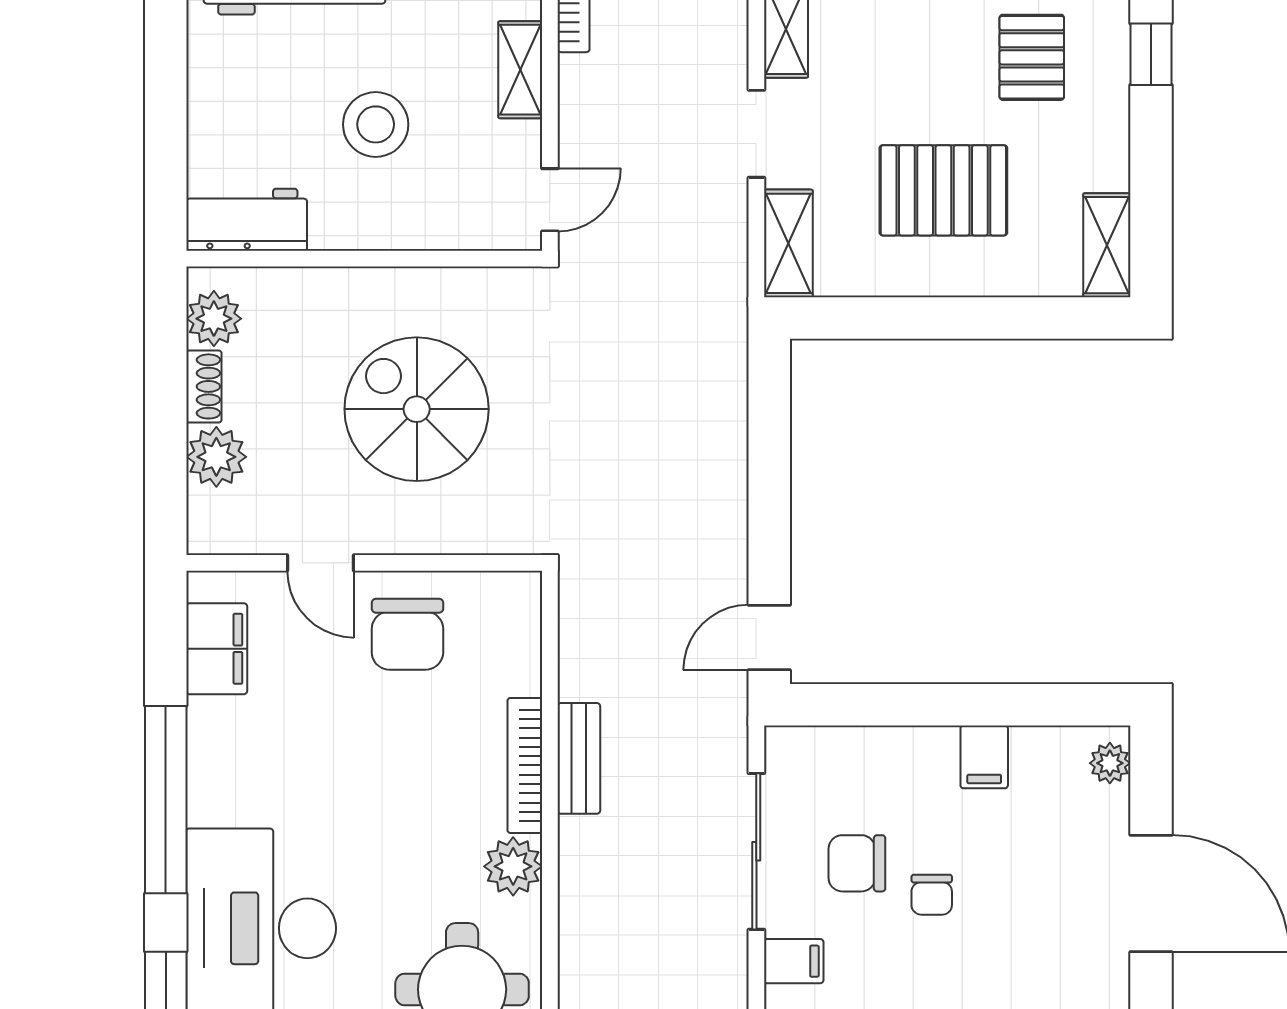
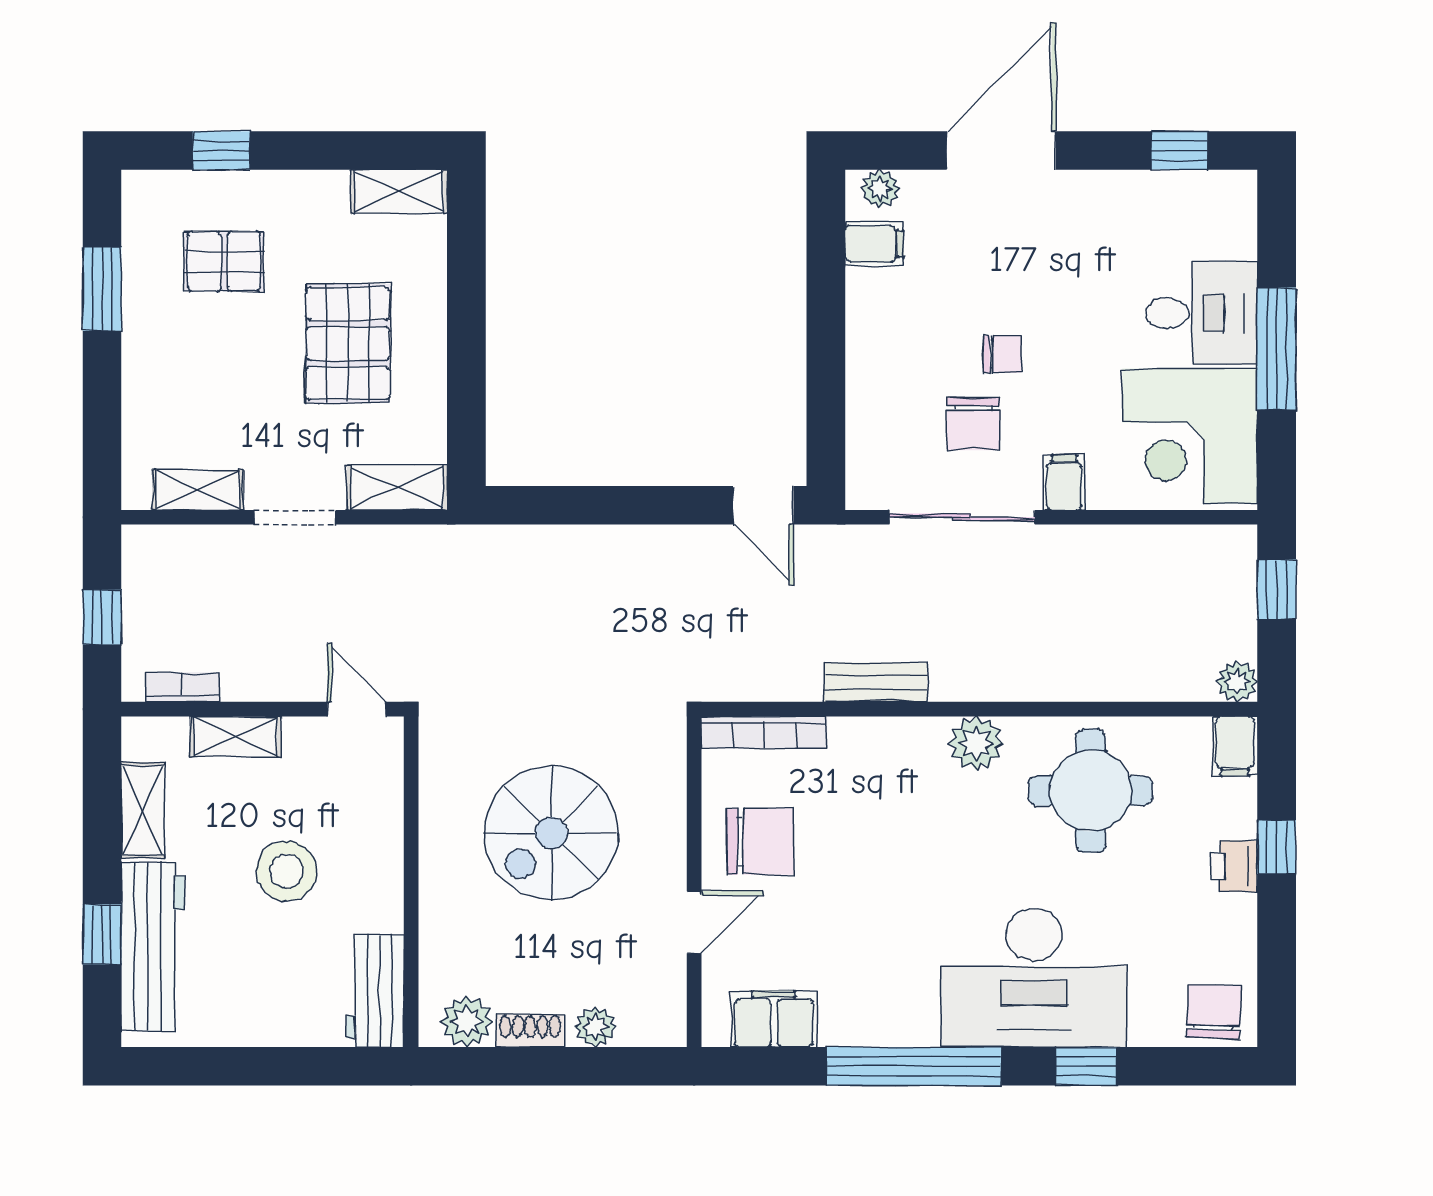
plant: (216, 457) -> (595, 1027), width x0.73, depth x0.73
filing cabinet: (984, 757) -> (874, 244), moved
bookcase: (525, 765) -> (764, 732), moved

